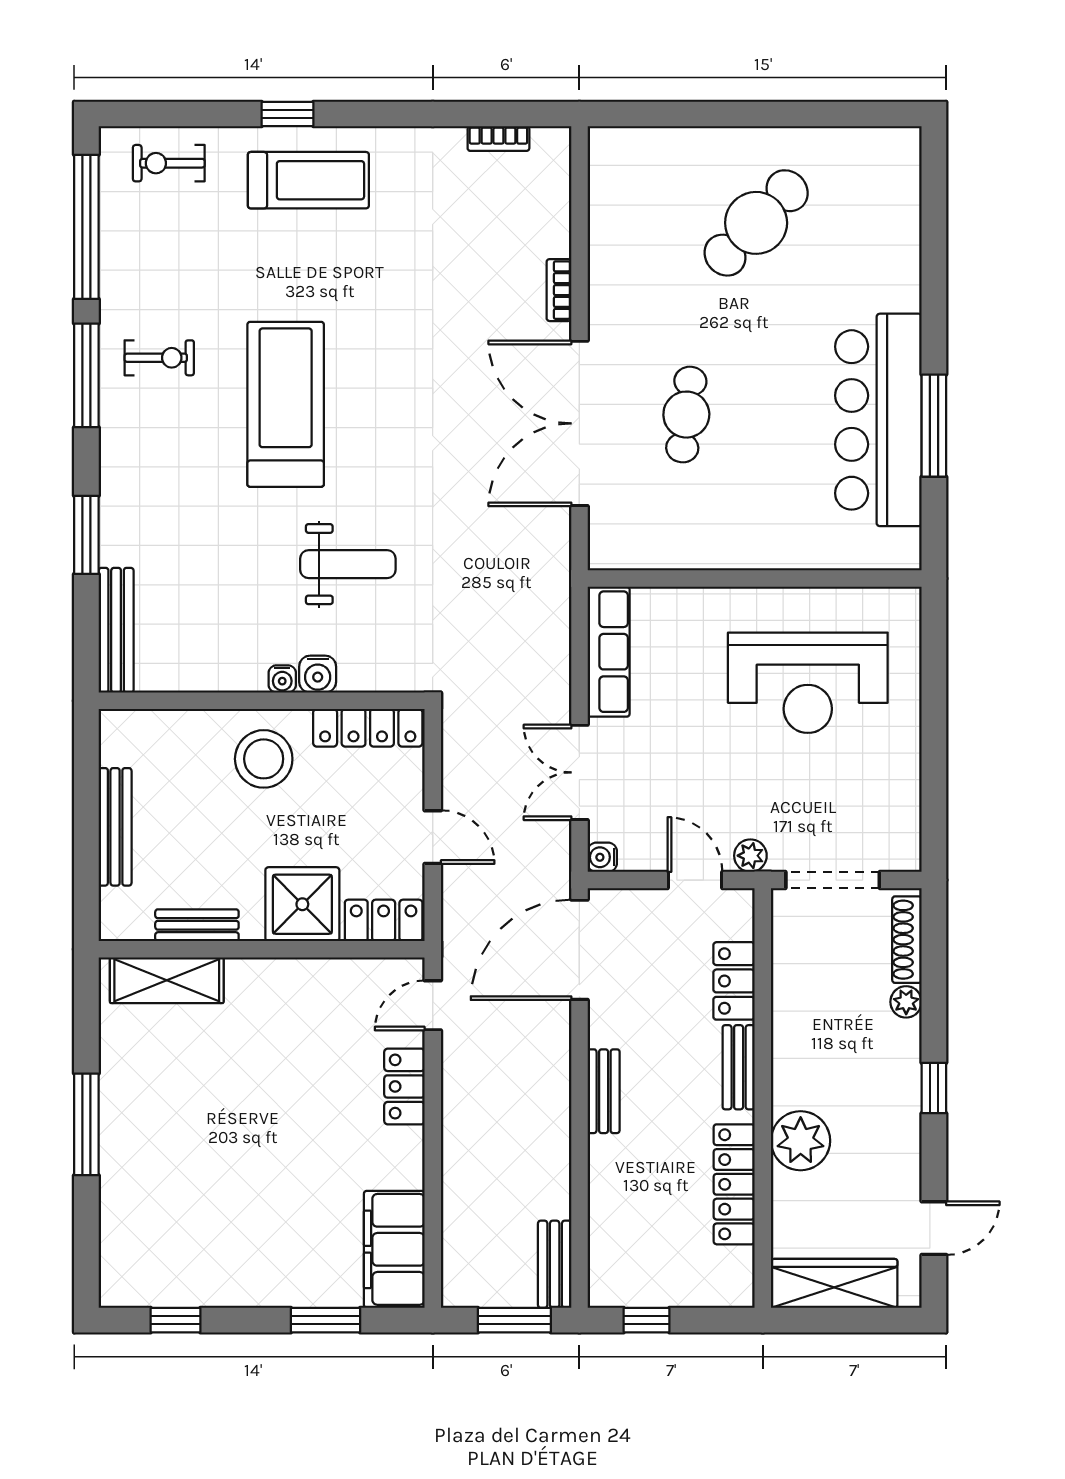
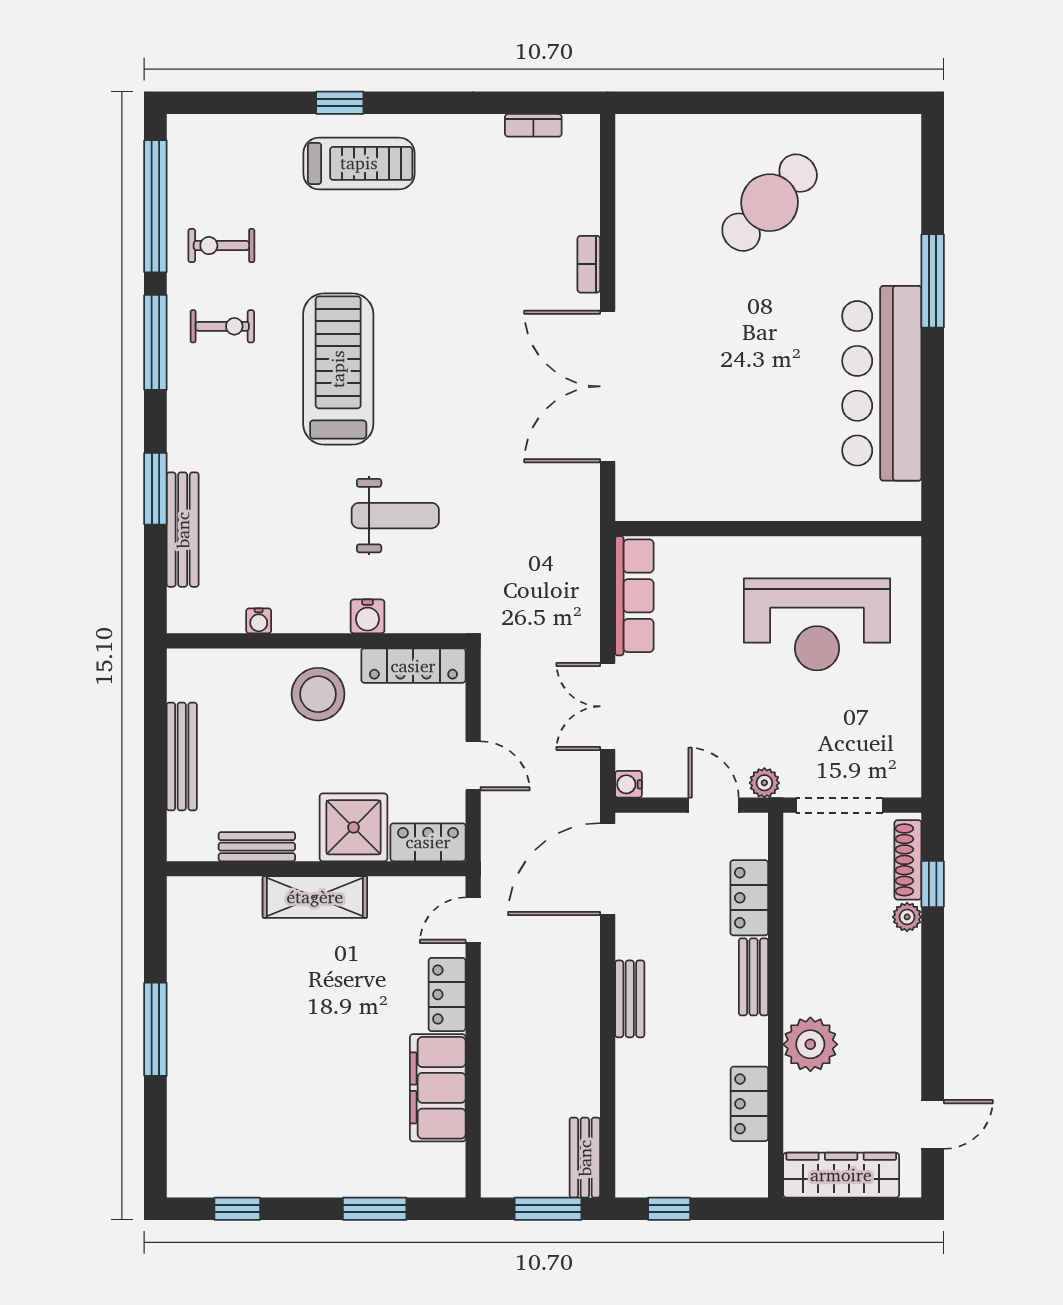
exercise bike: (169, 163) -> (221, 246), moved
cafe table: (686, 415) -> (706, 378), removed
window: (934, 426) -> (933, 281), moved
bench: (116, 630) -> (183, 530), moved
water cooler: (282, 679) -> (259, 621), moved
shelving: (167, 980) -> (315, 897), moved
window: (934, 1088) -> (933, 884), moved
locker: (734, 1184) -> (749, 1104), width x0.66
filing cabinet: (394, 1249) -> (438, 1088), moved

